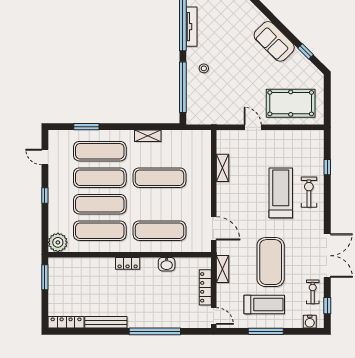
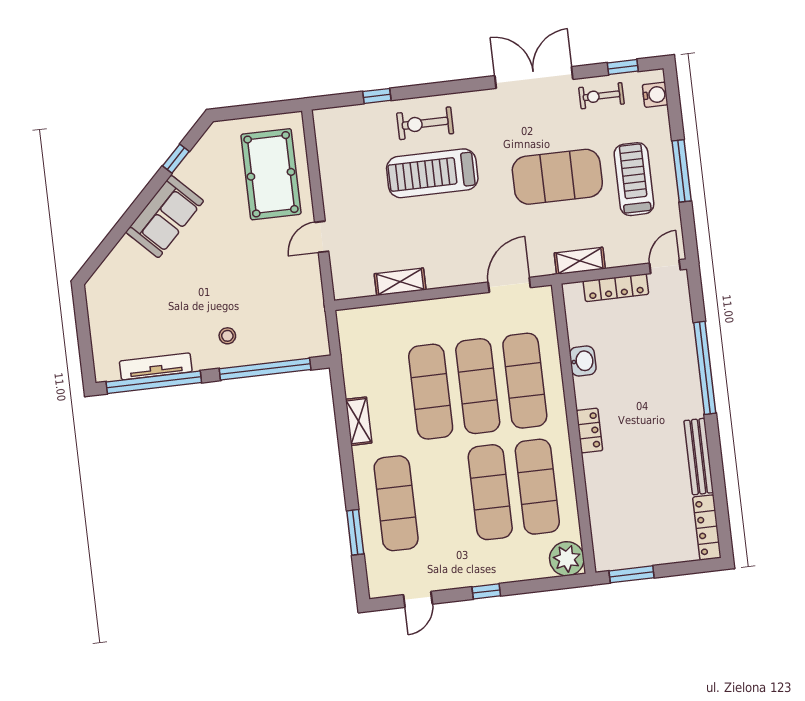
exercise mat: (100, 178) -> (478, 386), moved

